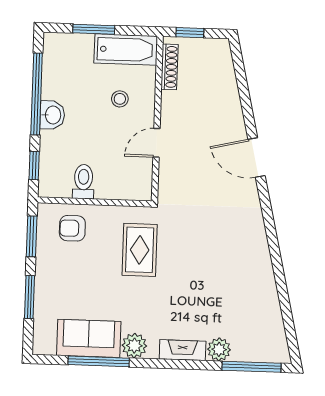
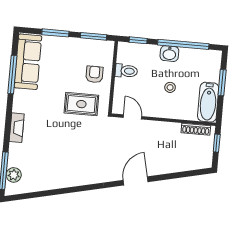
stool: (120, 99) -> (170, 87), moved
door: (156, 143) -> (133, 117), moved
armchair: (72, 228) -> (94, 74), moved
sofa: (89, 338) -> (28, 62), width x1.36
plant: (134, 346) -> (21, 97), removed
plant: (219, 349) -> (14, 175), moved

